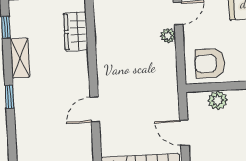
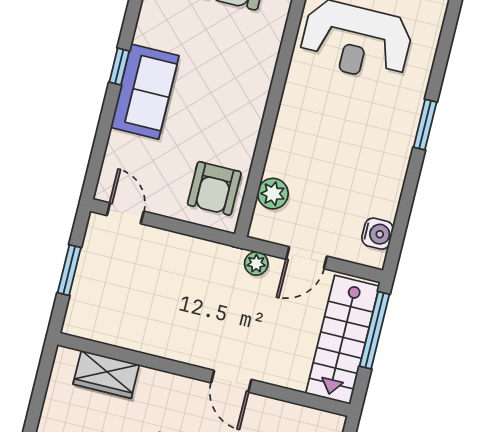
plant: (168, 36) -> (256, 264), moved

